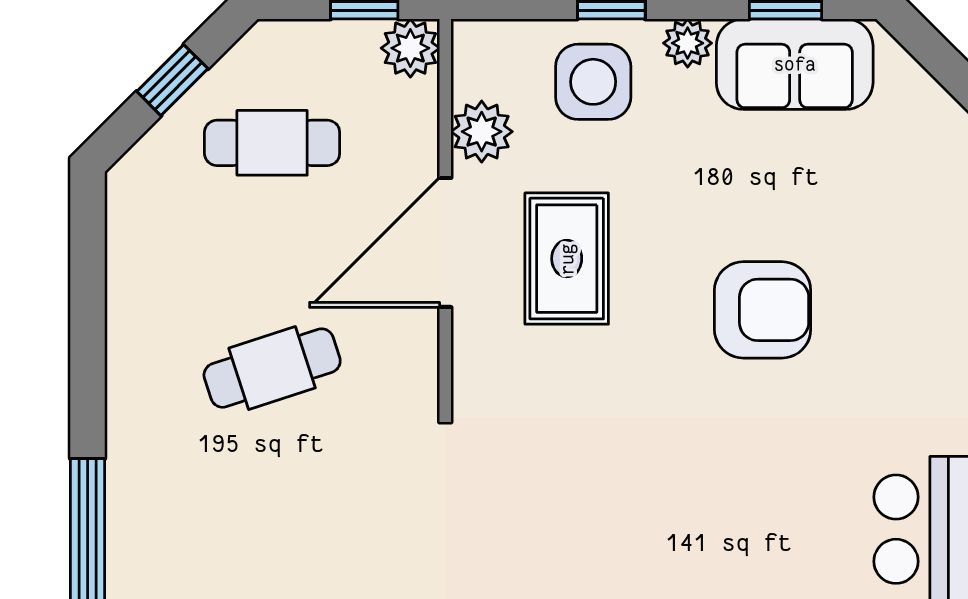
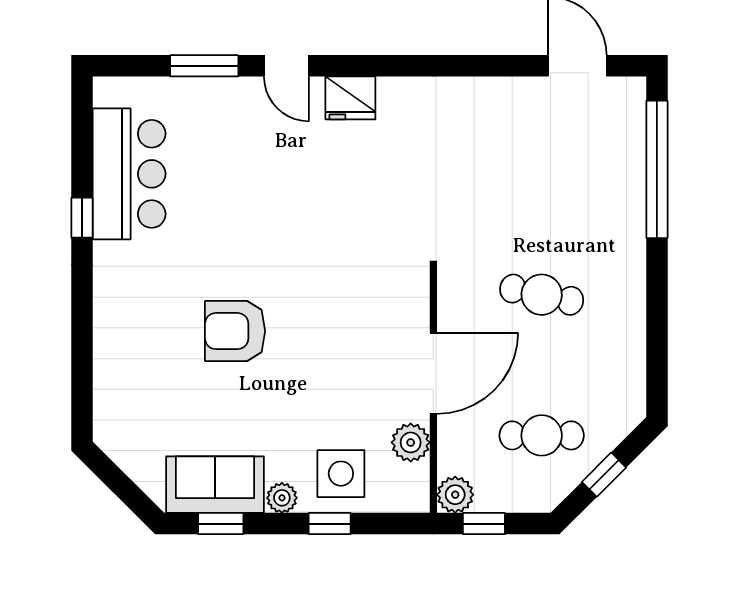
rug: (567, 259) -> (357, 363), removed
cafe table: (272, 368) -> (542, 295), turned 30

